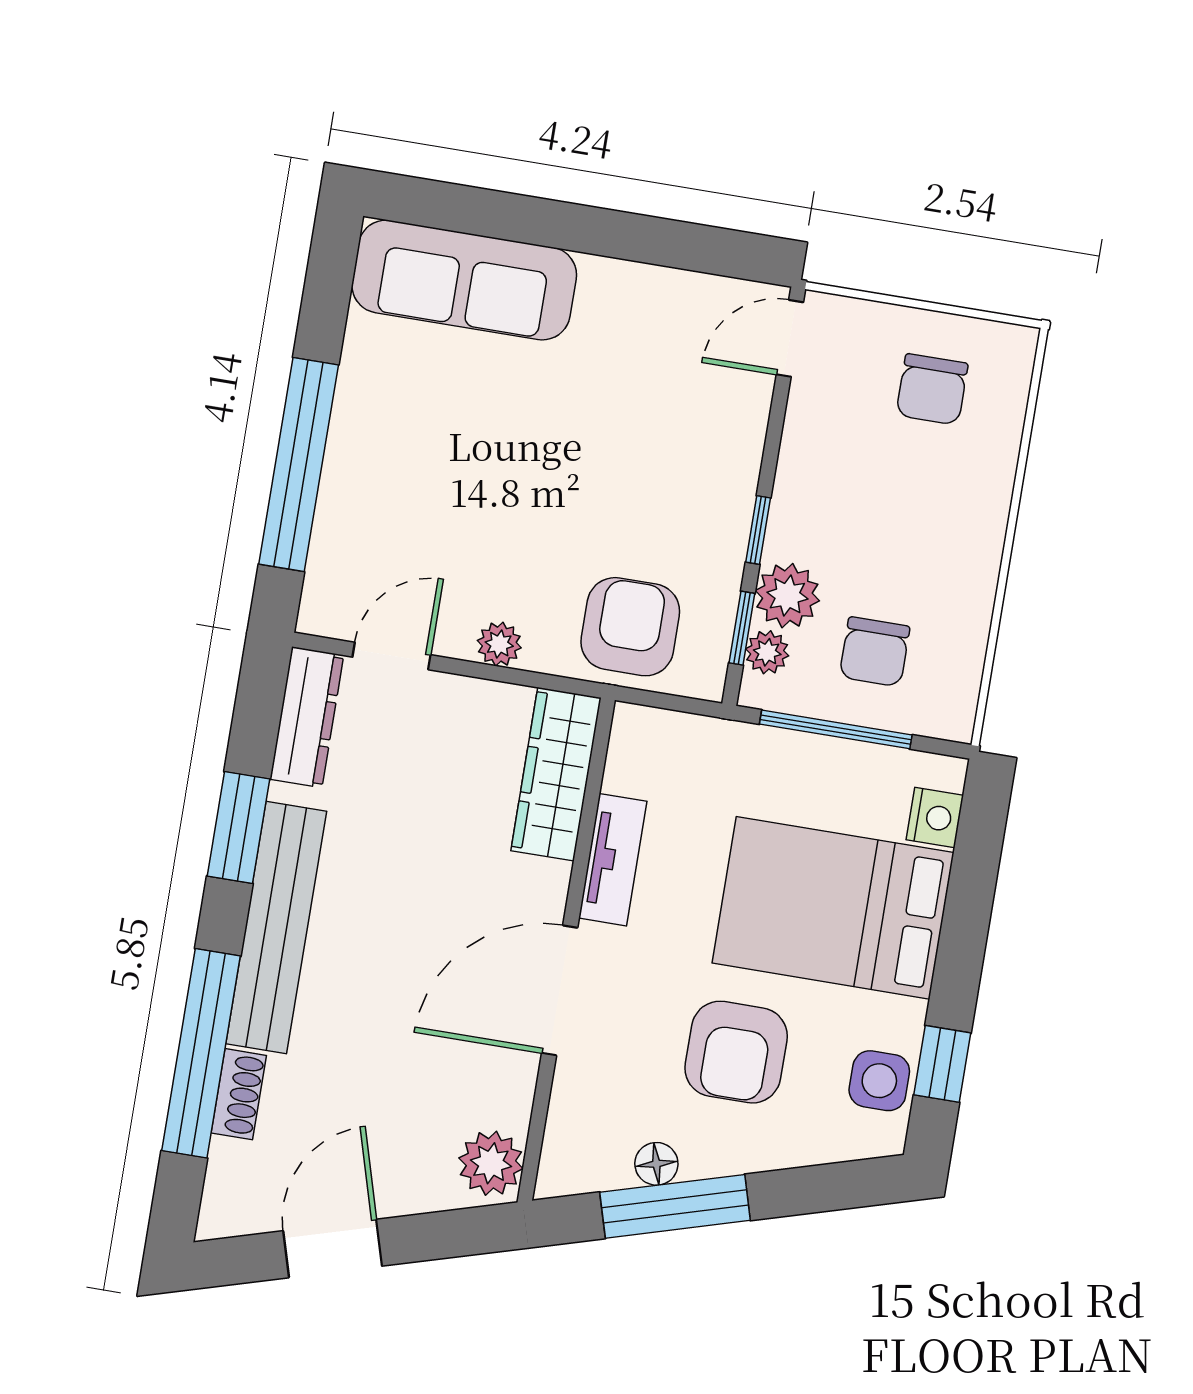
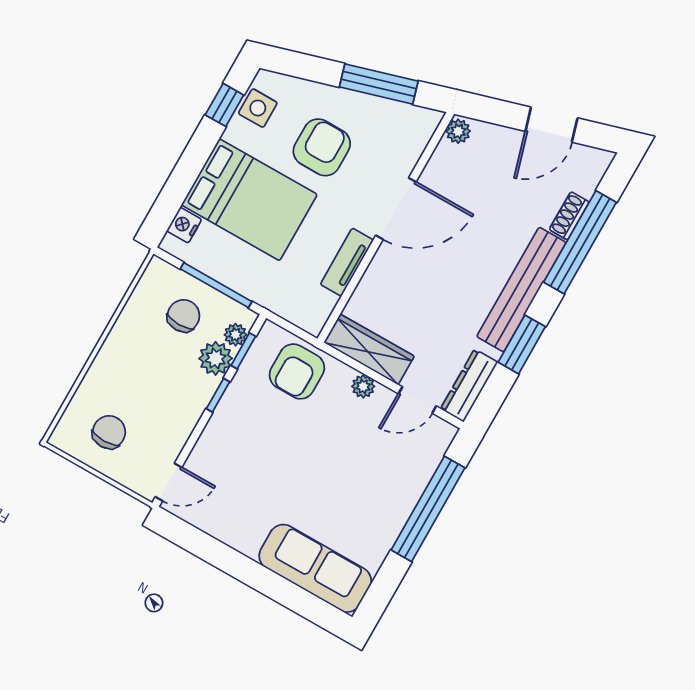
wardrobe: (556, 774) -> (369, 349), moved, turned -90
plant: (491, 1163) -> (458, 131), width x0.73, depth x0.73
floor lamp: (656, 1164) -> (380, 108), removed

